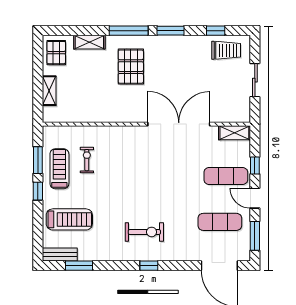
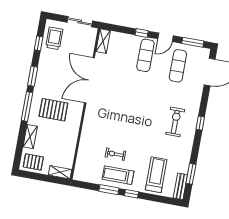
wall: (146, 124) -> (85, 104), moved
double door: (179, 124) -> (89, 80), moved
shelving: (234, 133) -> (103, 41), moved

